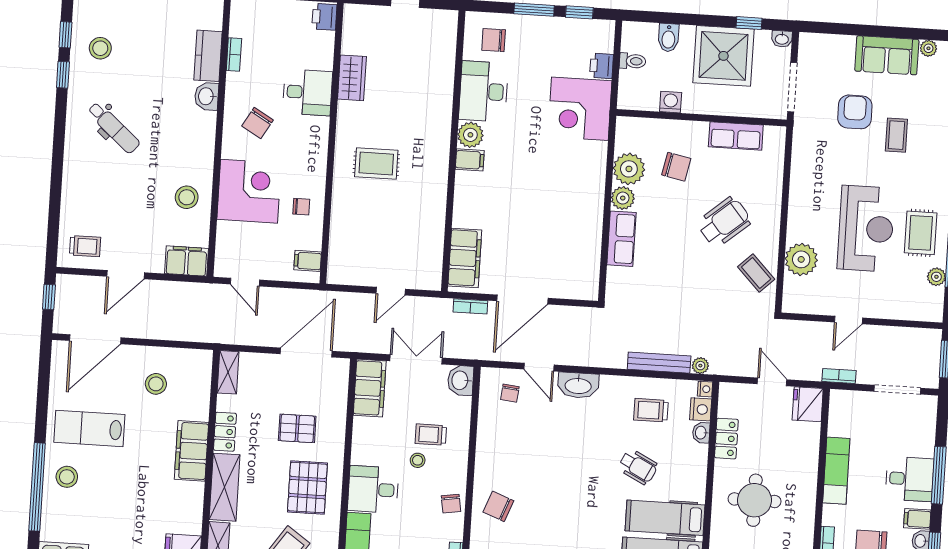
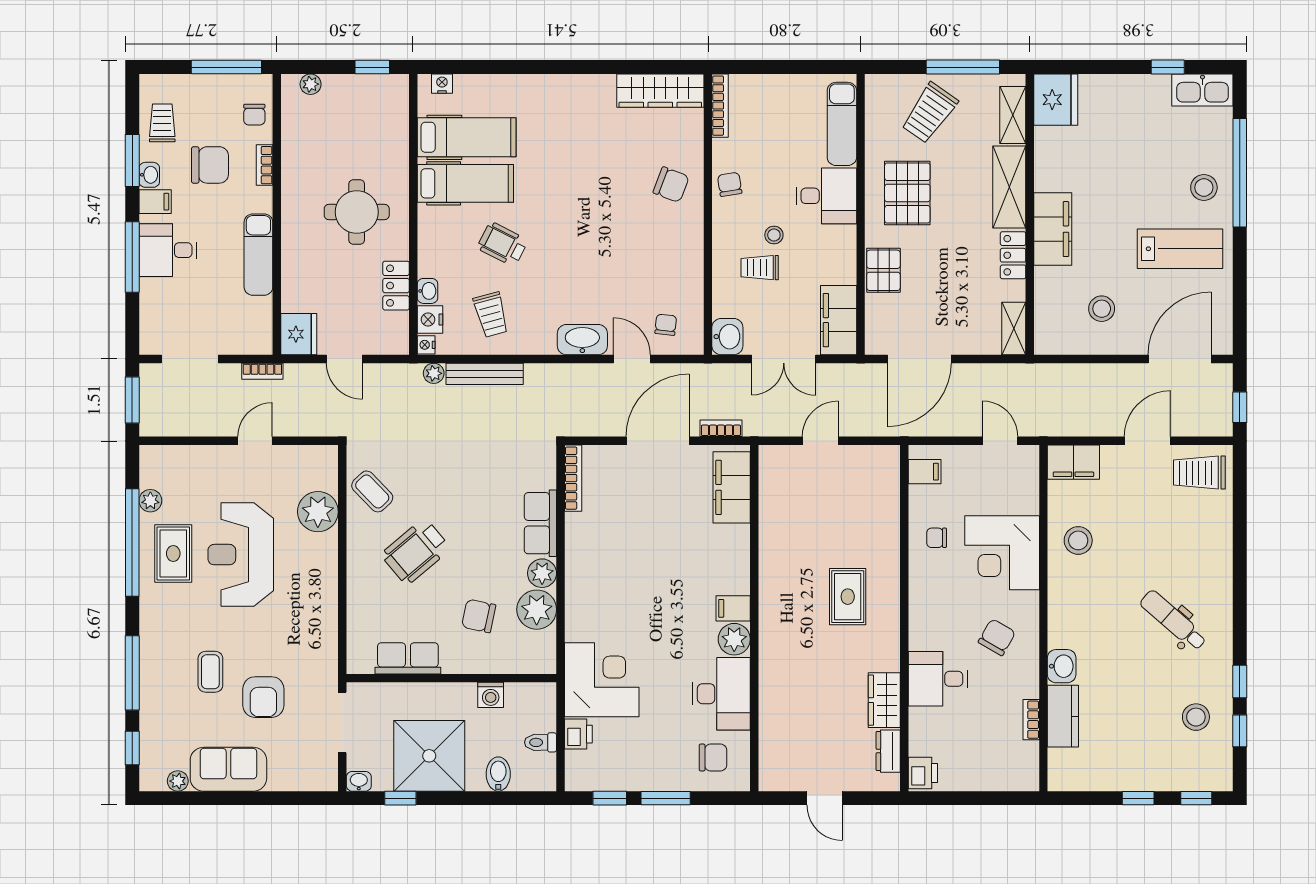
dresser: (351, 36) -> (888, 751), added
rug: (376, 164) -> (848, 597), turned 90
trolley: (85, 246) -> (1199, 473), width x1.36, depth x1.39
bookcase: (593, 274) -> (573, 478), added
trolley: (651, 410) -> (491, 315), turned 75
pallet: (297, 428) -> (883, 270), moved, turned 90
trolley: (431, 435) -> (760, 268), turned 180

